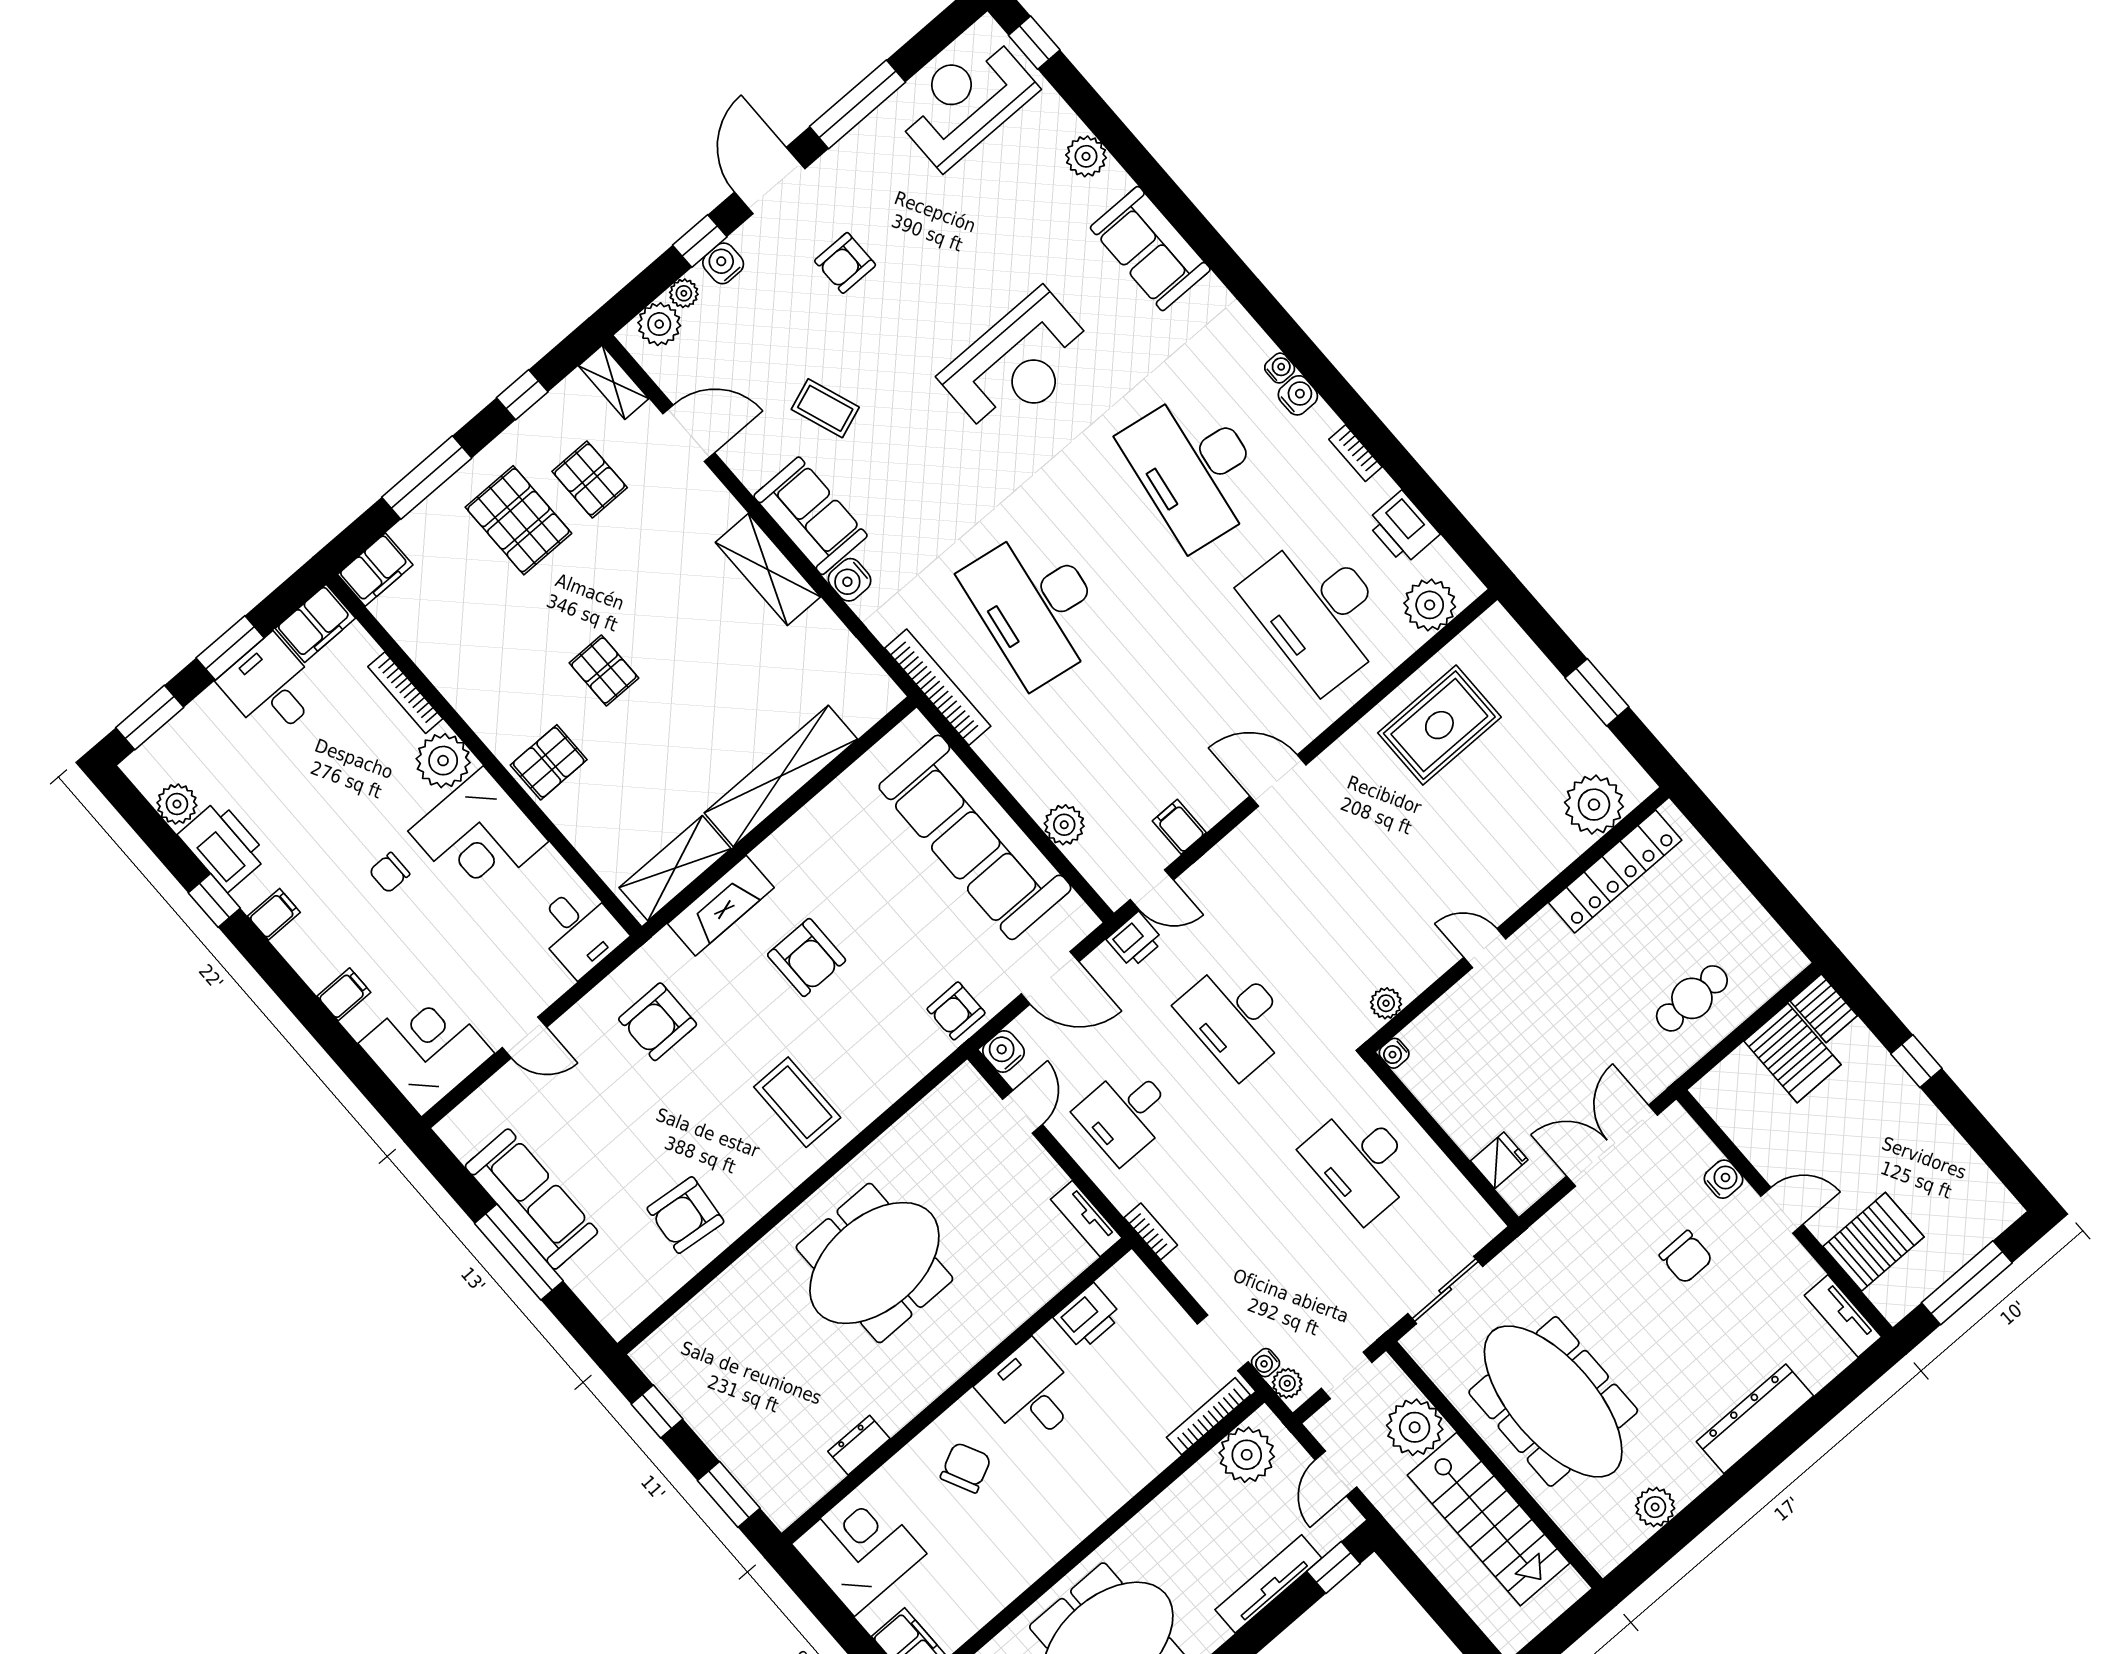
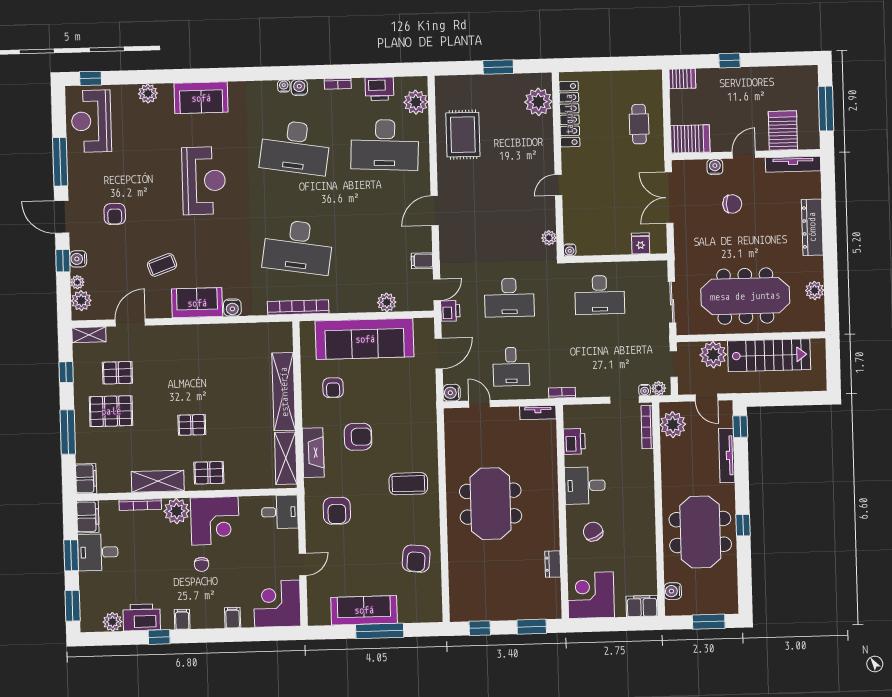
shelving: (768, 570) -> (158, 481), moved
pallet: (549, 762) -> (209, 473), turned 90
armchair: (956, 1011) -> (333, 388), moved
server rack: (1793, 1053) -> (690, 139), moved
tv unit: (1843, 1316) -> (793, 164), width x1.41

